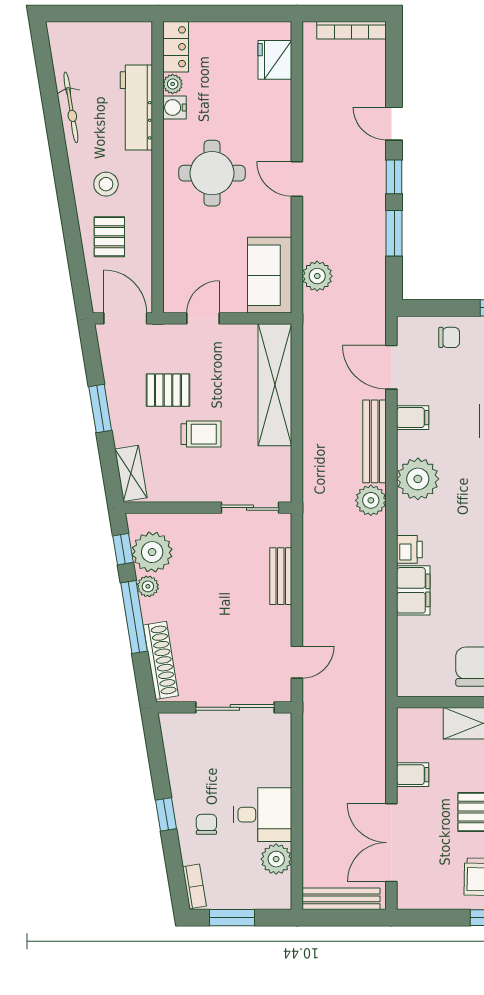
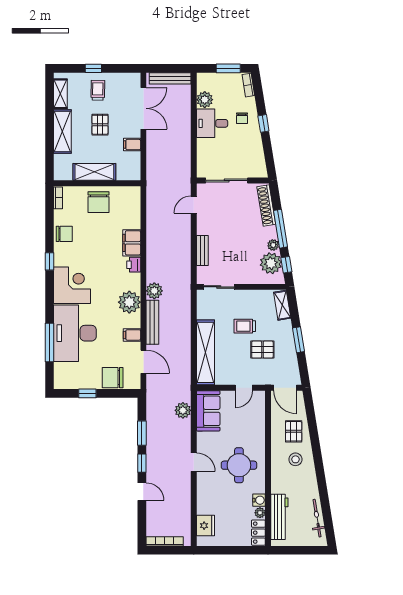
bicycle: (71, 107) -> (317, 518), moved
workbench: (136, 107) -> (279, 517), moved
chair: (449, 337) -> (113, 378), width x1.87, depth x1.87

